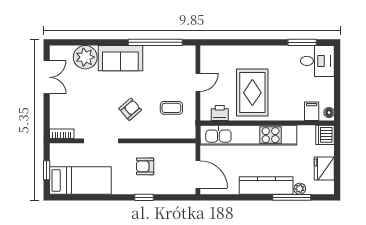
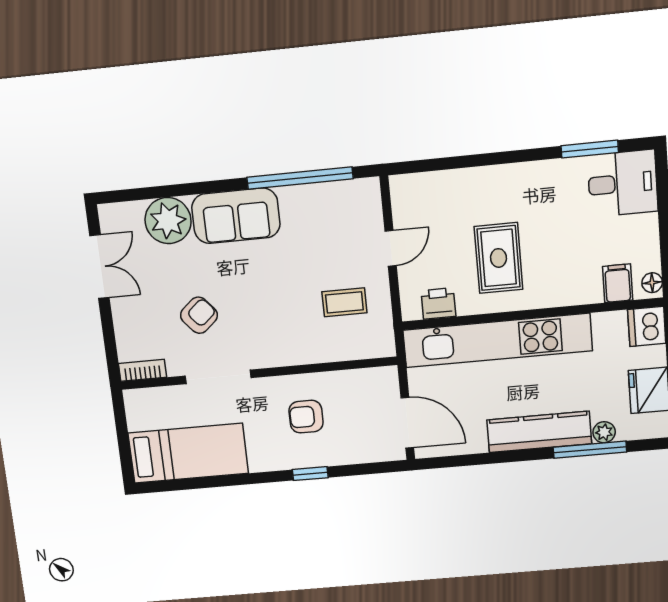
rug: (252, 93) -> (499, 258), width x0.73, depth x0.70
armchair: (130, 109) -> (199, 315), moved
window: (47, 170) -> (123, 440), removed

